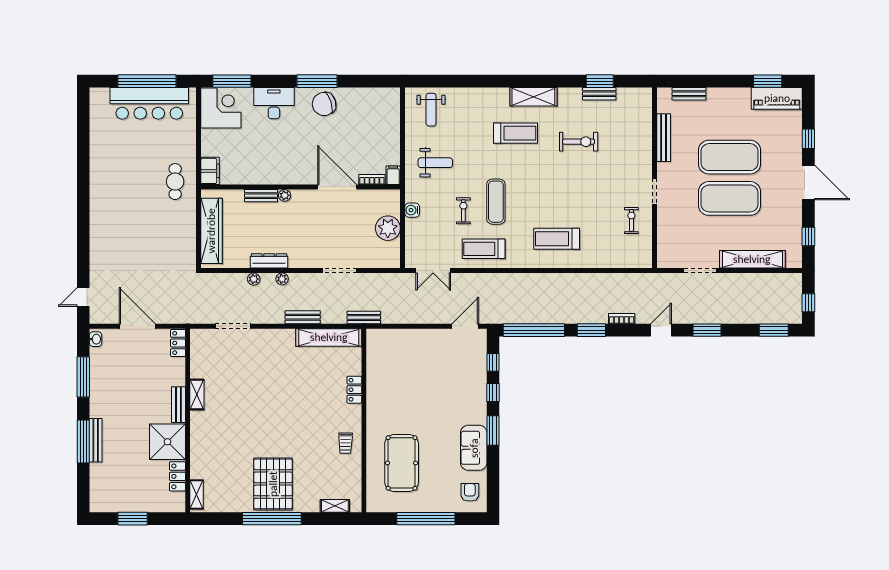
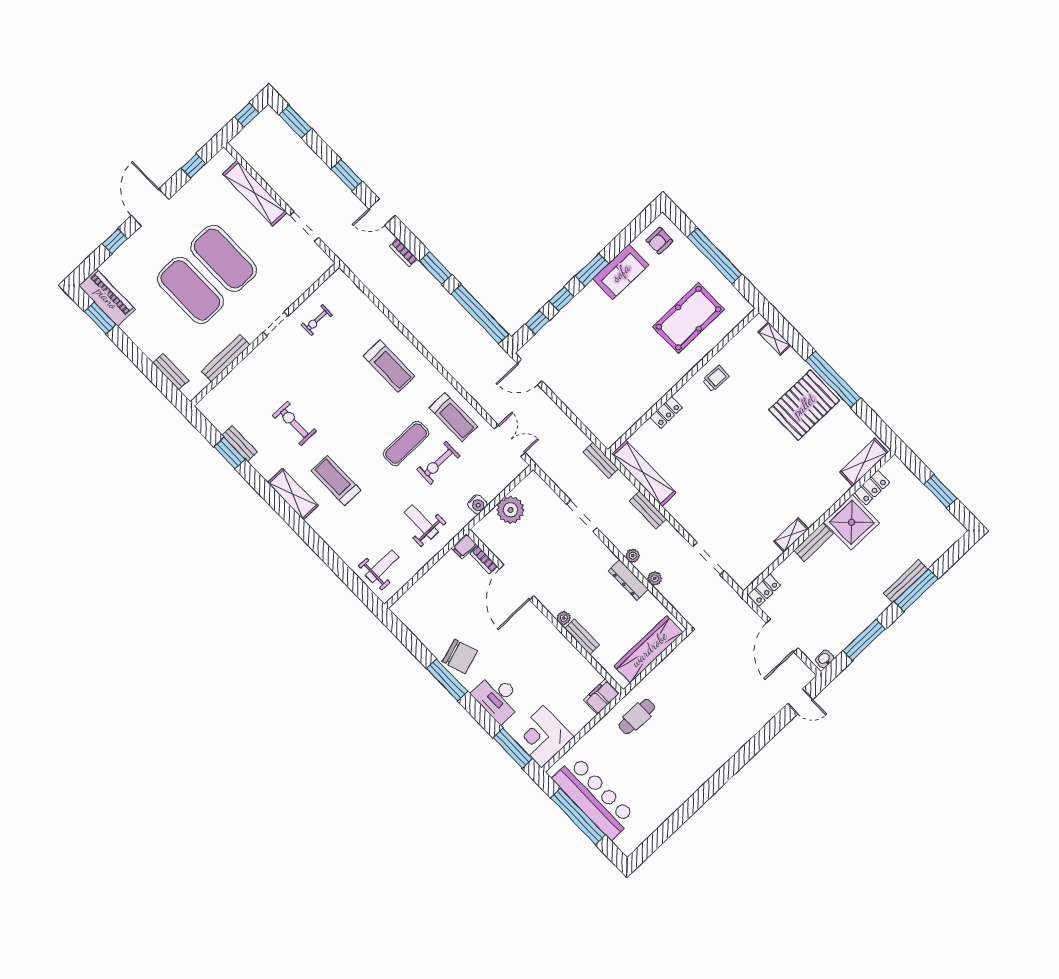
exercise bike: (463, 211) -> (438, 463), width x1.38, depth x1.39
shelving: (197, 494) -> (864, 462), width x1.50, depth x1.33

